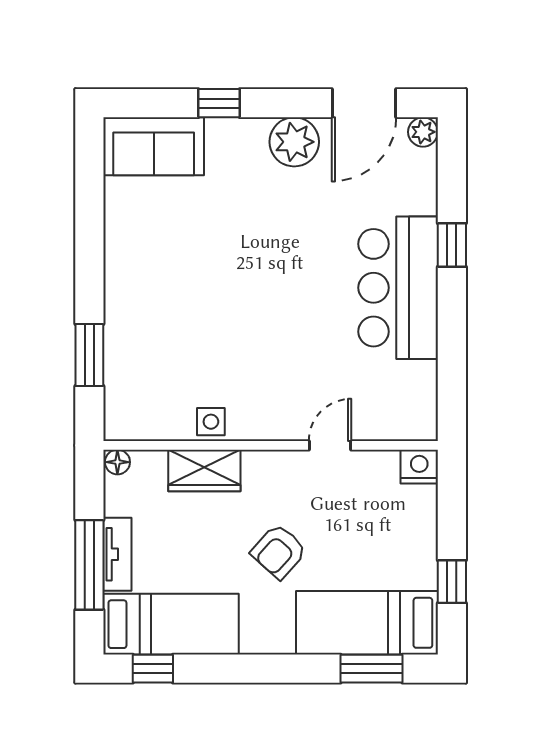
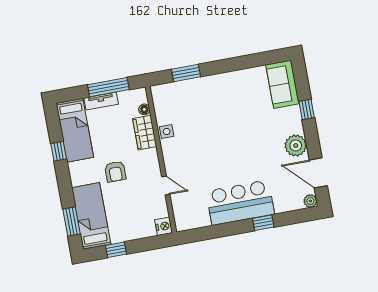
floor lamp: (117, 462) -> (144, 109), moved
armchair: (279, 551) -> (115, 172), turned -132
window: (89, 565) -> (108, 87), moved
window: (153, 669) -> (59, 151), moved

